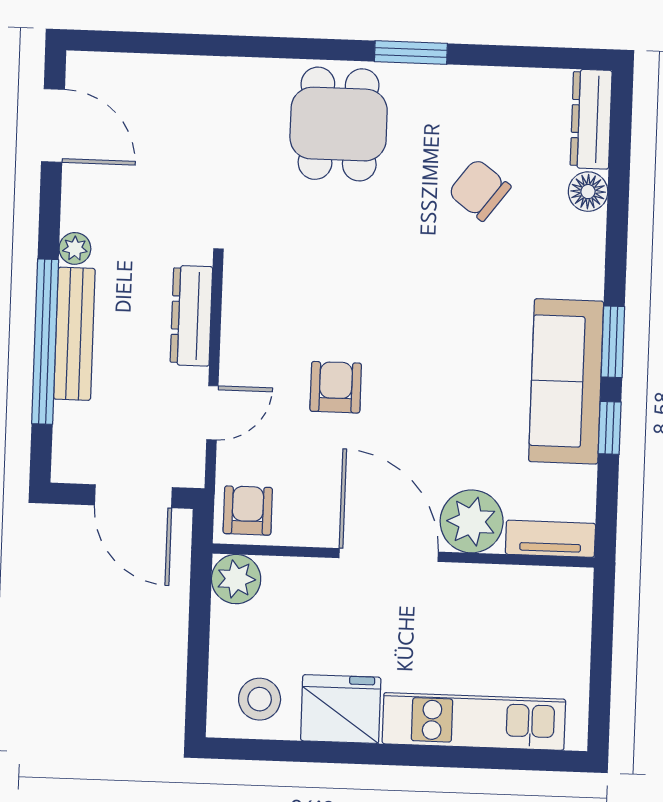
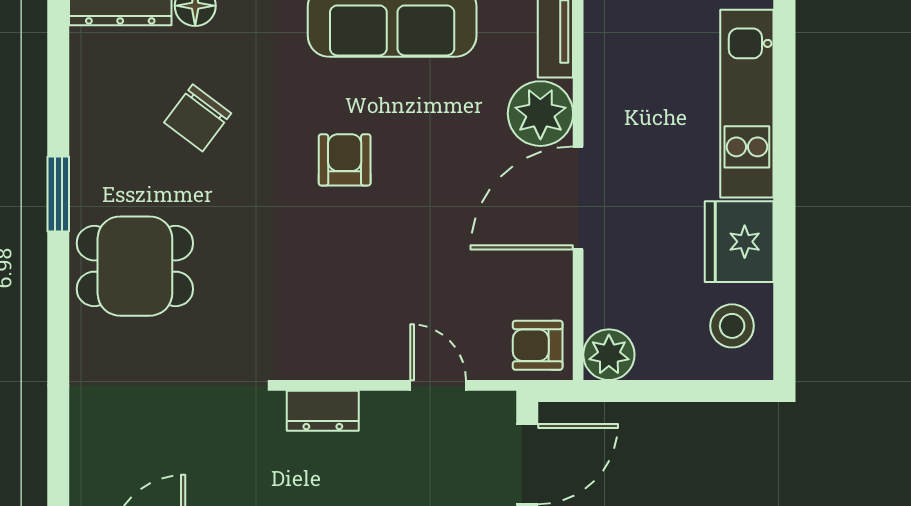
dresser: (191, 316) -> (323, 411), width x0.70
armchair: (336, 387) -> (345, 160), moved, turned 90

